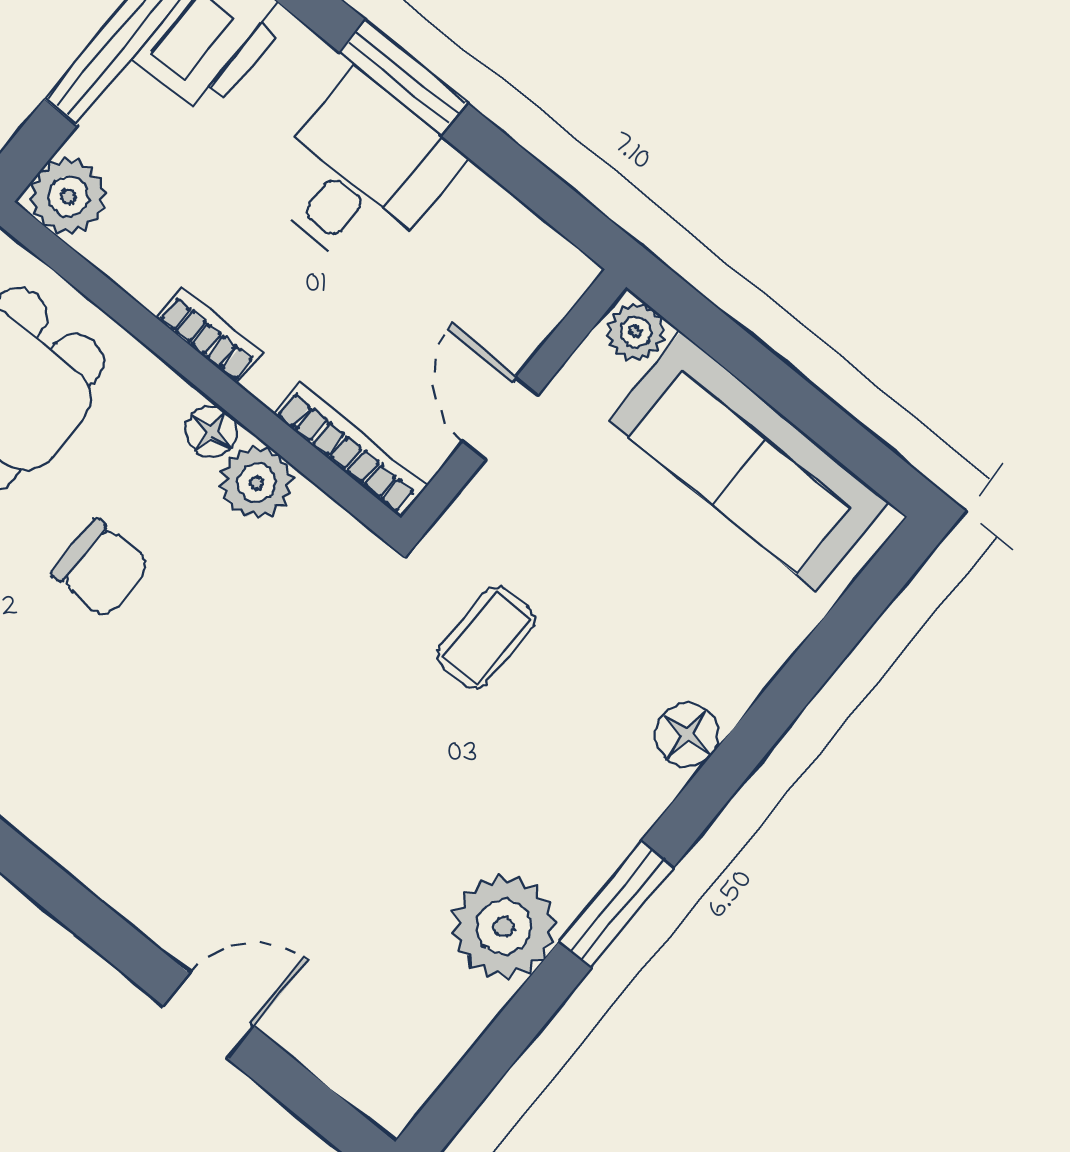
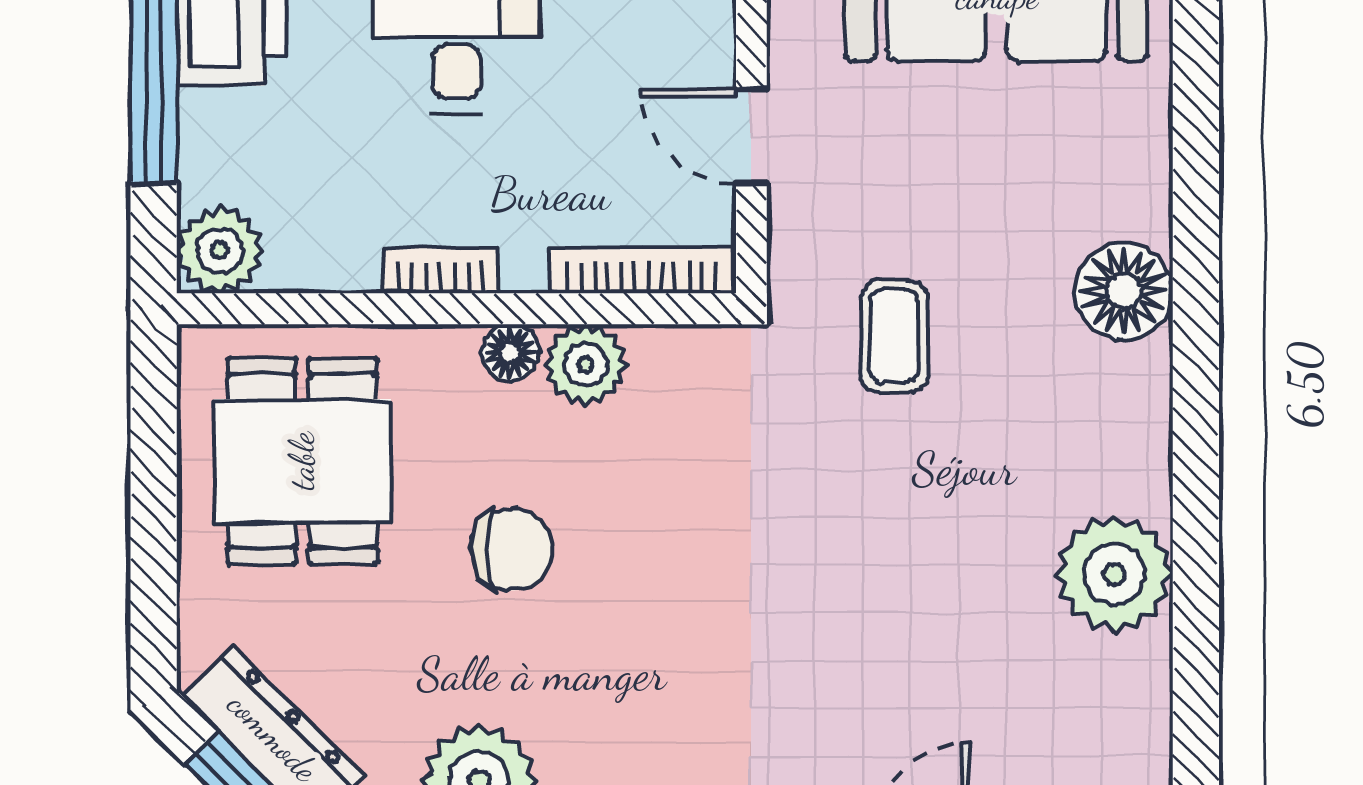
floor lamp: (687, 735) -> (1124, 291), width x1.38, depth x1.38
window: (616, 904) -> (1196, 475), removed

